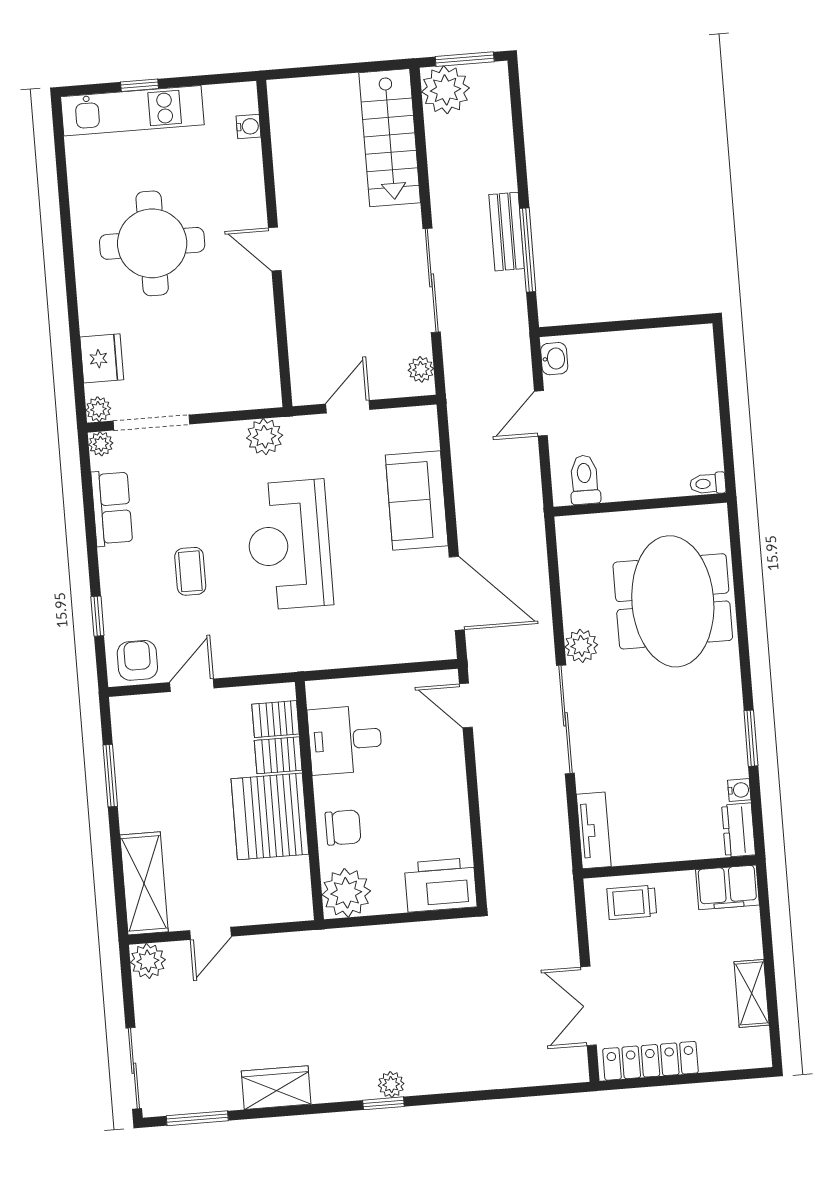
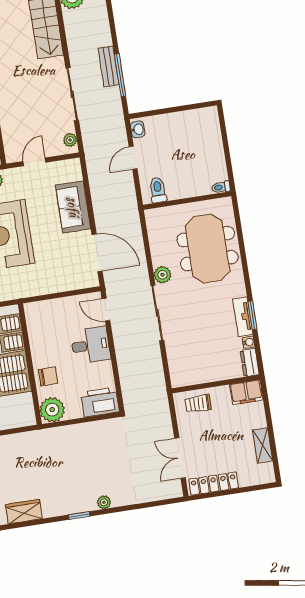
desk: (345, 740) -> (91, 345), moved, turned 180
tv unit: (594, 830) -> (243, 317), moved, turned 180
plant: (391, 1085) -> (104, 502), moved

